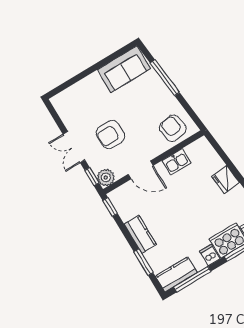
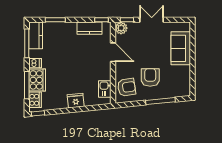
sofa: (124, 69) -> (181, 48), moved
armchair: (110, 134) -> (150, 77), moved
kitchen sink: (176, 162) -> (105, 89), moved
door: (141, 170) -> (113, 52), swing flipped
kitchen counter: (140, 234) -> (90, 28), moved

